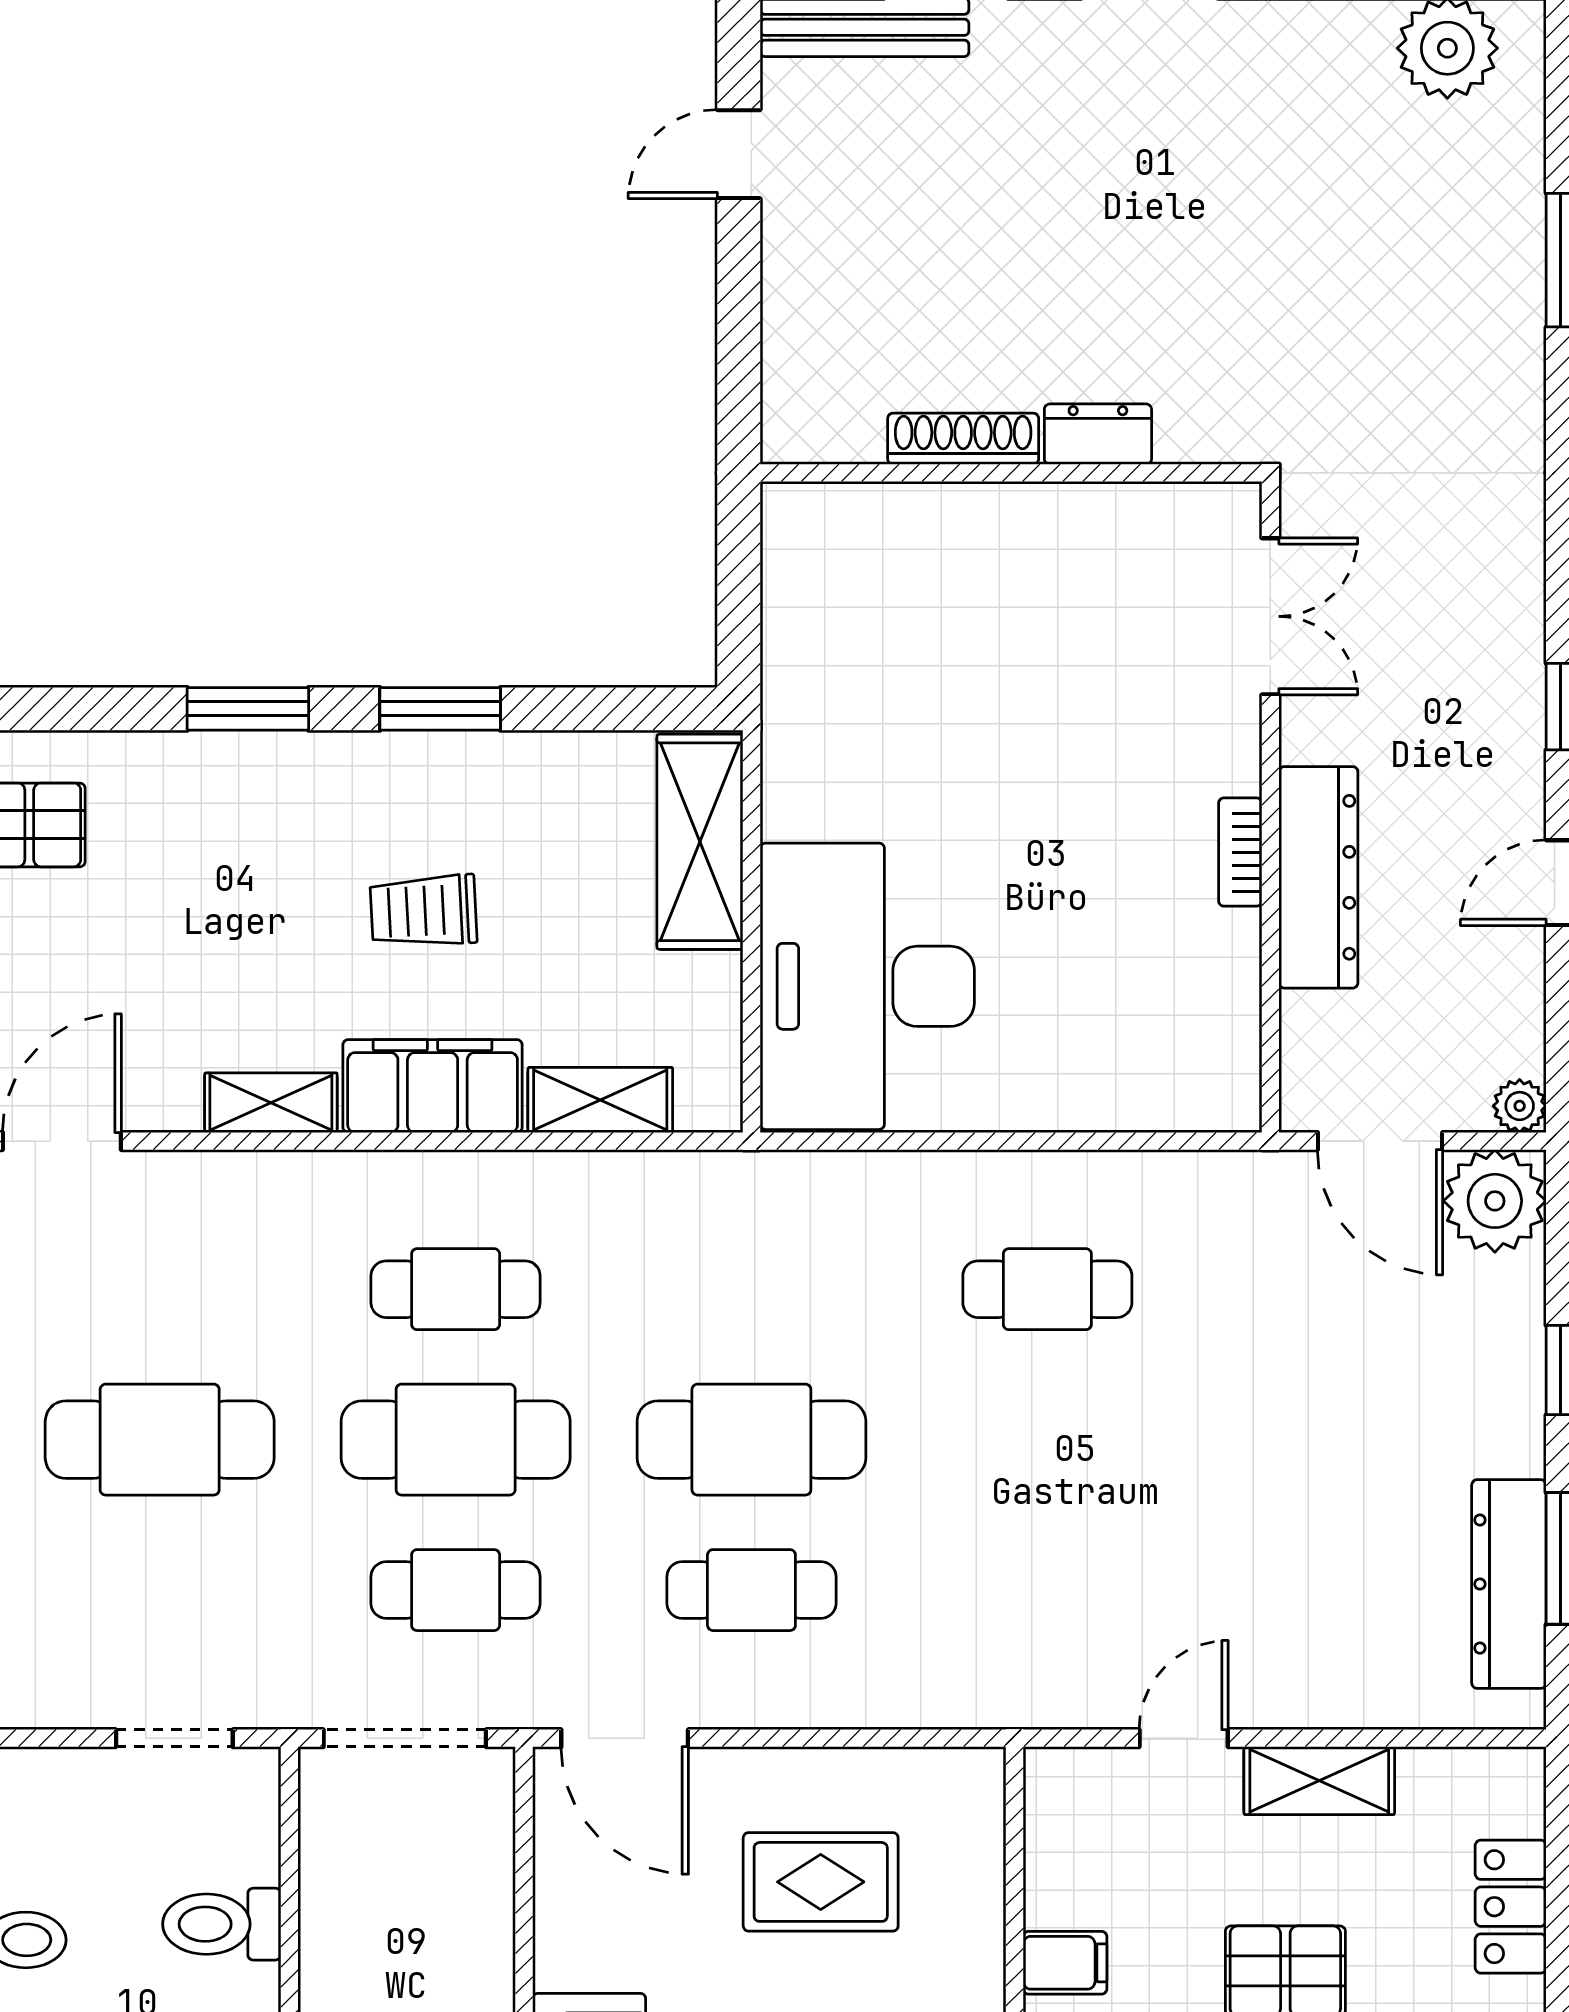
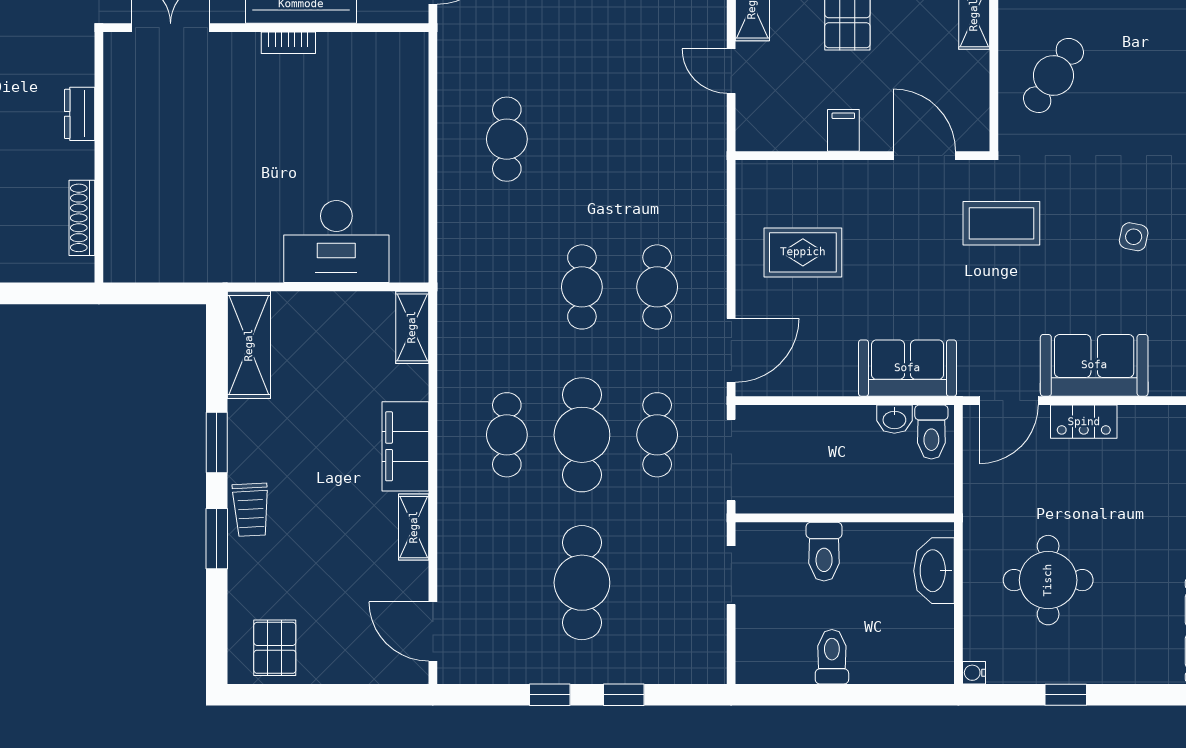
shoe rack: (963, 439) -> (82, 218), moved
shelving: (700, 842) -> (249, 345), moved, turned 90
trolley: (424, 911) -> (251, 510), moved
desk: (867, 986) -> (336, 242), width x0.73, depth x0.77
shelving: (600, 1100) -> (412, 327), moved
cafe table: (751, 1440) -> (582, 287), width x0.73, depth x0.74
rug: (821, 1882) -> (803, 252), turned 90

